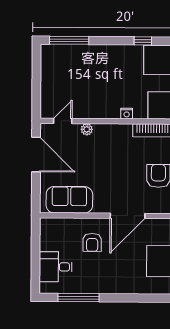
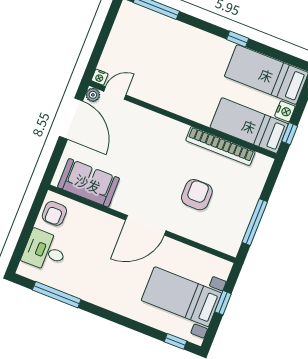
nightstand: (127, 114) -> (100, 77), moved
plant: (87, 129) -> (93, 95), moved
armchair: (92, 242) -> (54, 213), moved

